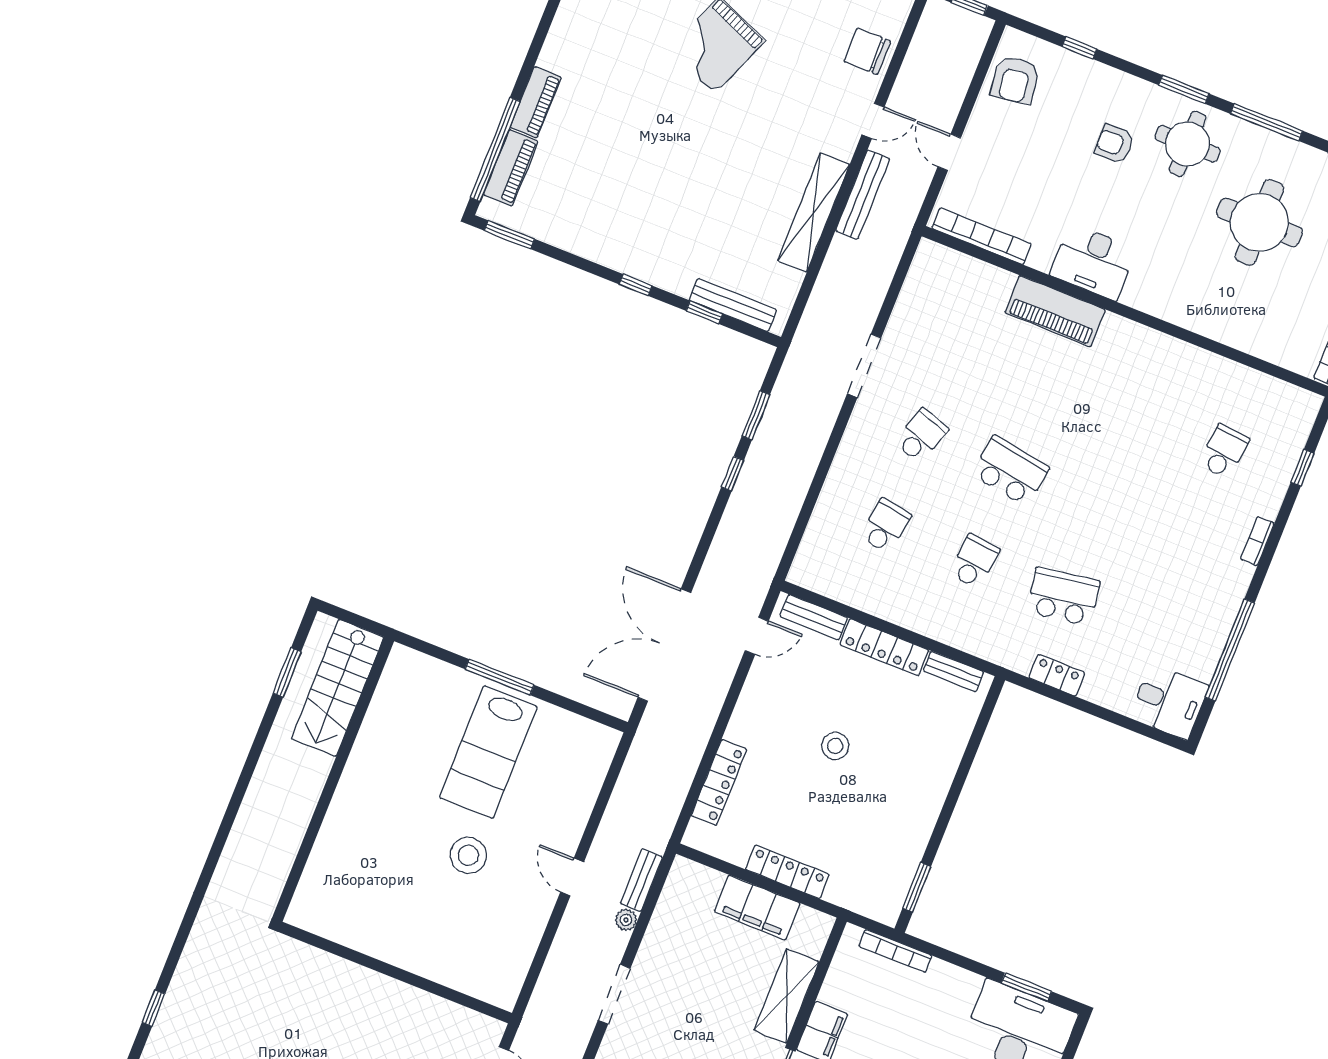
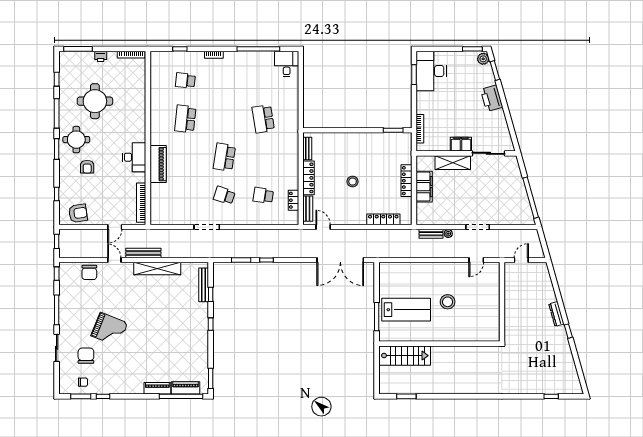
school desk: (974, 561) -> (185, 119), moved, width x1.85
locker: (1057, 675) -> (293, 200), moved
stairs: (337, 688) -> (405, 356), moved
wall: (333, 779) -> (439, 344), moved
door: (572, 877) -> (476, 260), moved

